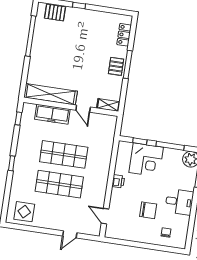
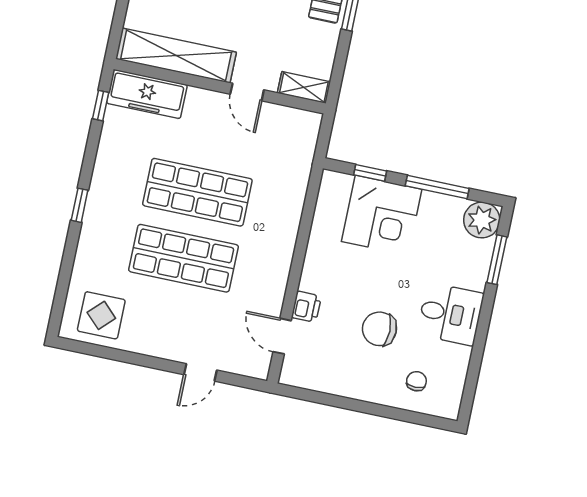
freezer: (52, 114) -> (147, 94), moved
printer: (118, 181) -> (306, 307), moved
chair: (148, 210) -> (379, 329), turned 180

